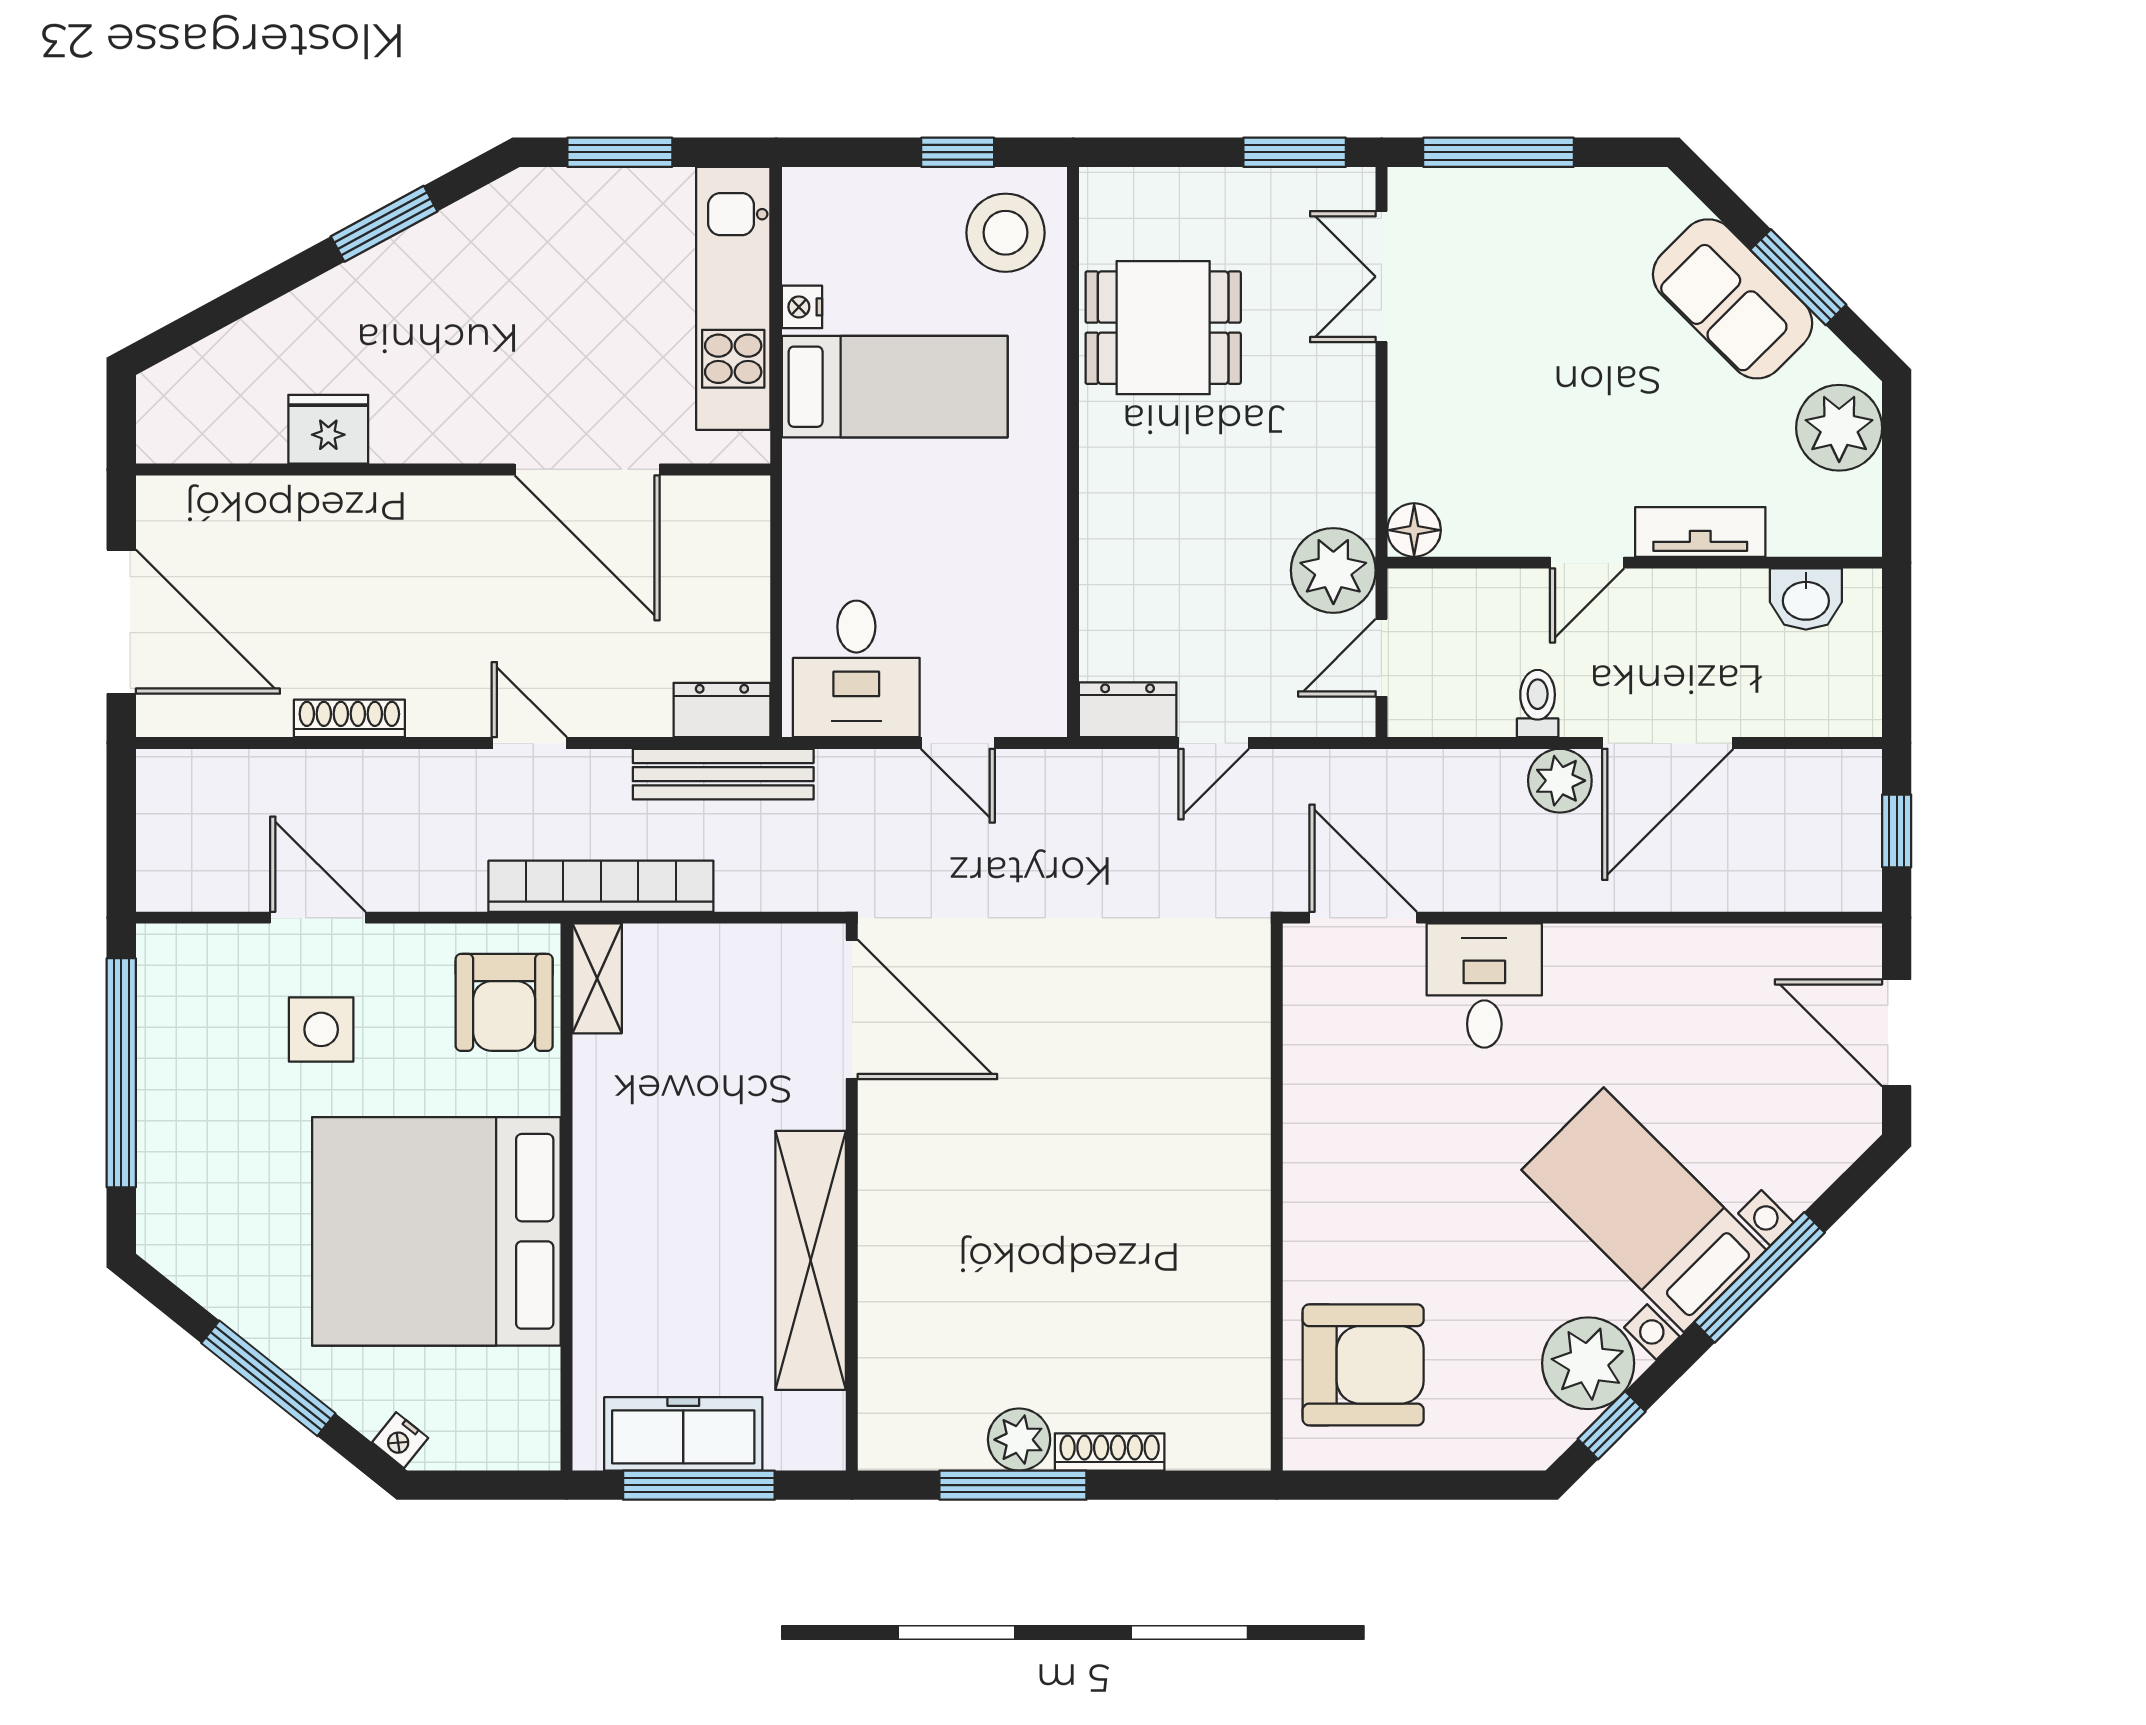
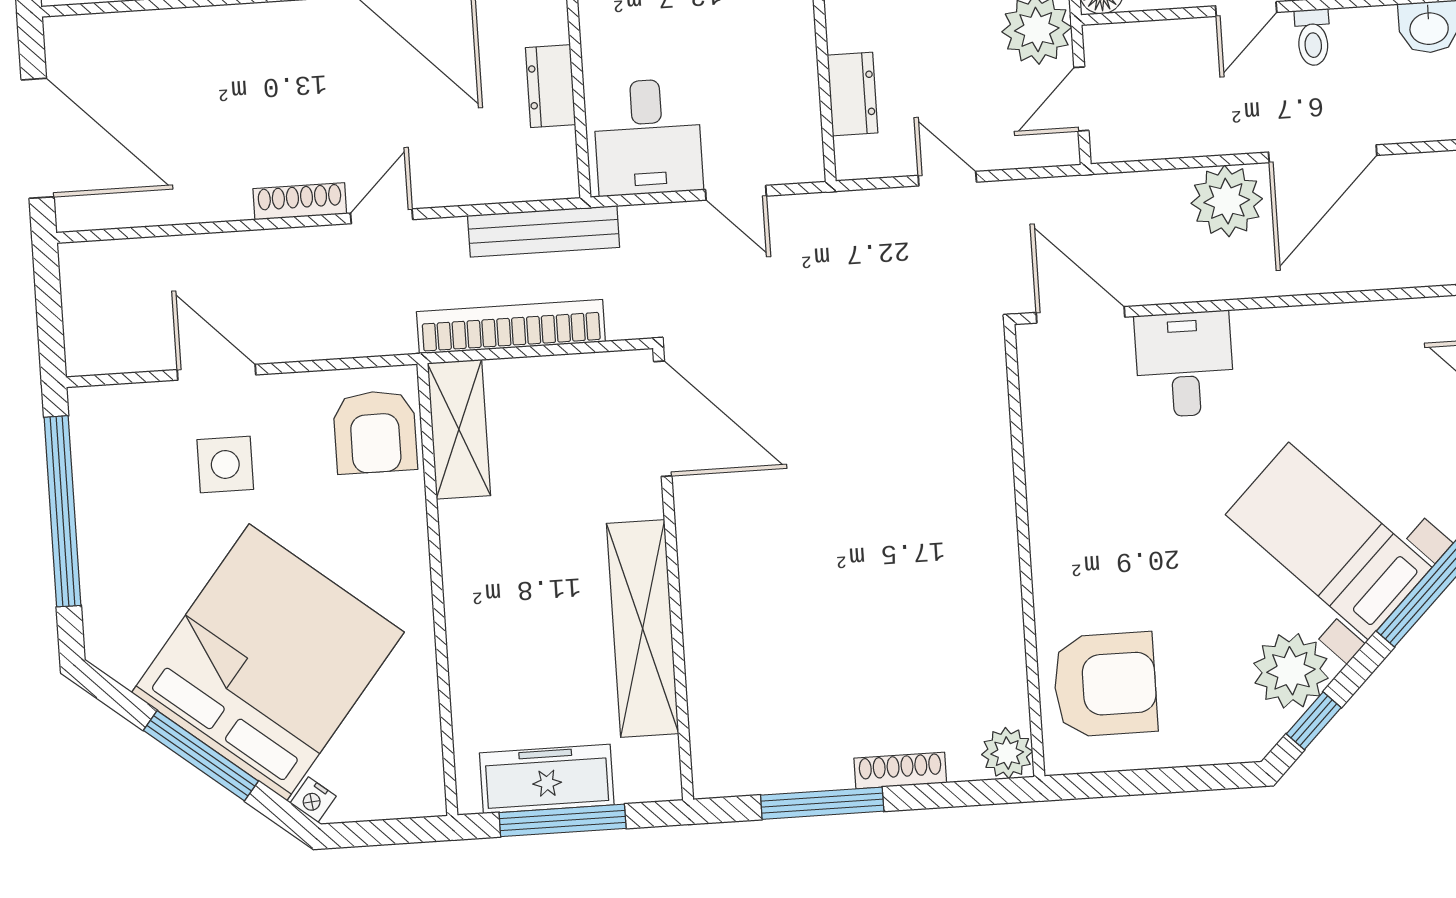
toilet: (1538, 704) -> (1313, 37), moved, turned 180
dresser: (722, 710) -> (550, 86), moved, turned -90
dresser: (1128, 710) -> (853, 94), moved, turned 90
shoe rack: (349, 718) -> (300, 201), moved
door: (529, 743) -> (382, 216), hinge flipped
door: (1214, 743) -> (947, 179), swing flipped
plant: (1560, 781) -> (1227, 201), width x1.36, depth x1.36
bookcase: (601, 886) -> (511, 327), moved
shelving: (597, 978) -> (459, 429), width x1.50, depth x1.33
bed: (436, 1231) -> (268, 662), moved, turned 129
plant: (1019, 1440) -> (1007, 753), moved

